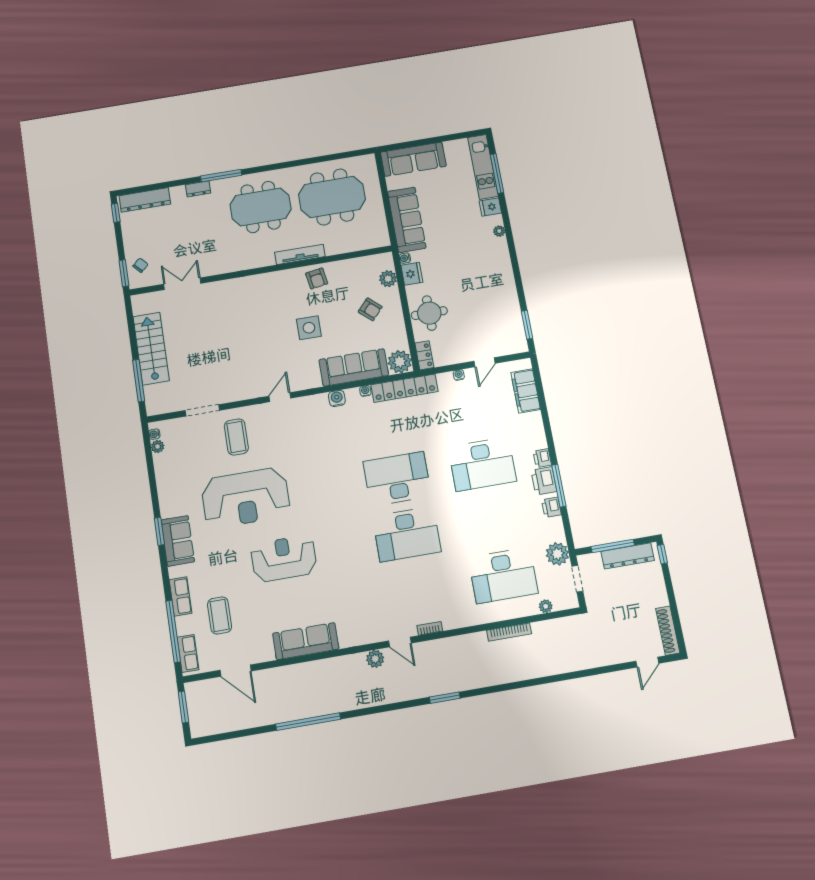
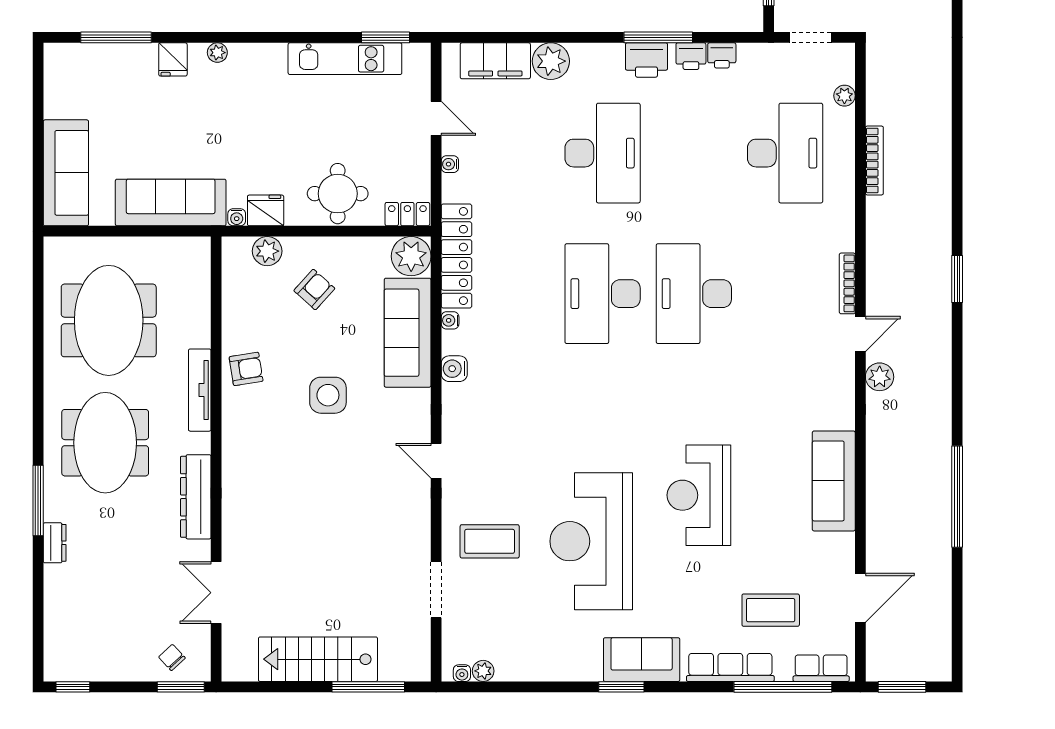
kitchen unit: (483, 167) -> (345, 59), moved
dresser: (145, 200) -> (196, 497), moved, turned 180
printer: (542, 458) -> (722, 55), moved
reception desk: (246, 498) -> (591, 541), turned 180
desk: (407, 534) -> (694, 294), turned 180
plant: (557, 554) -> (551, 61), moved
row of seats: (181, 596) -> (730, 667), width x1.48
bookcase: (430, 628) -> (847, 283), width x1.56

